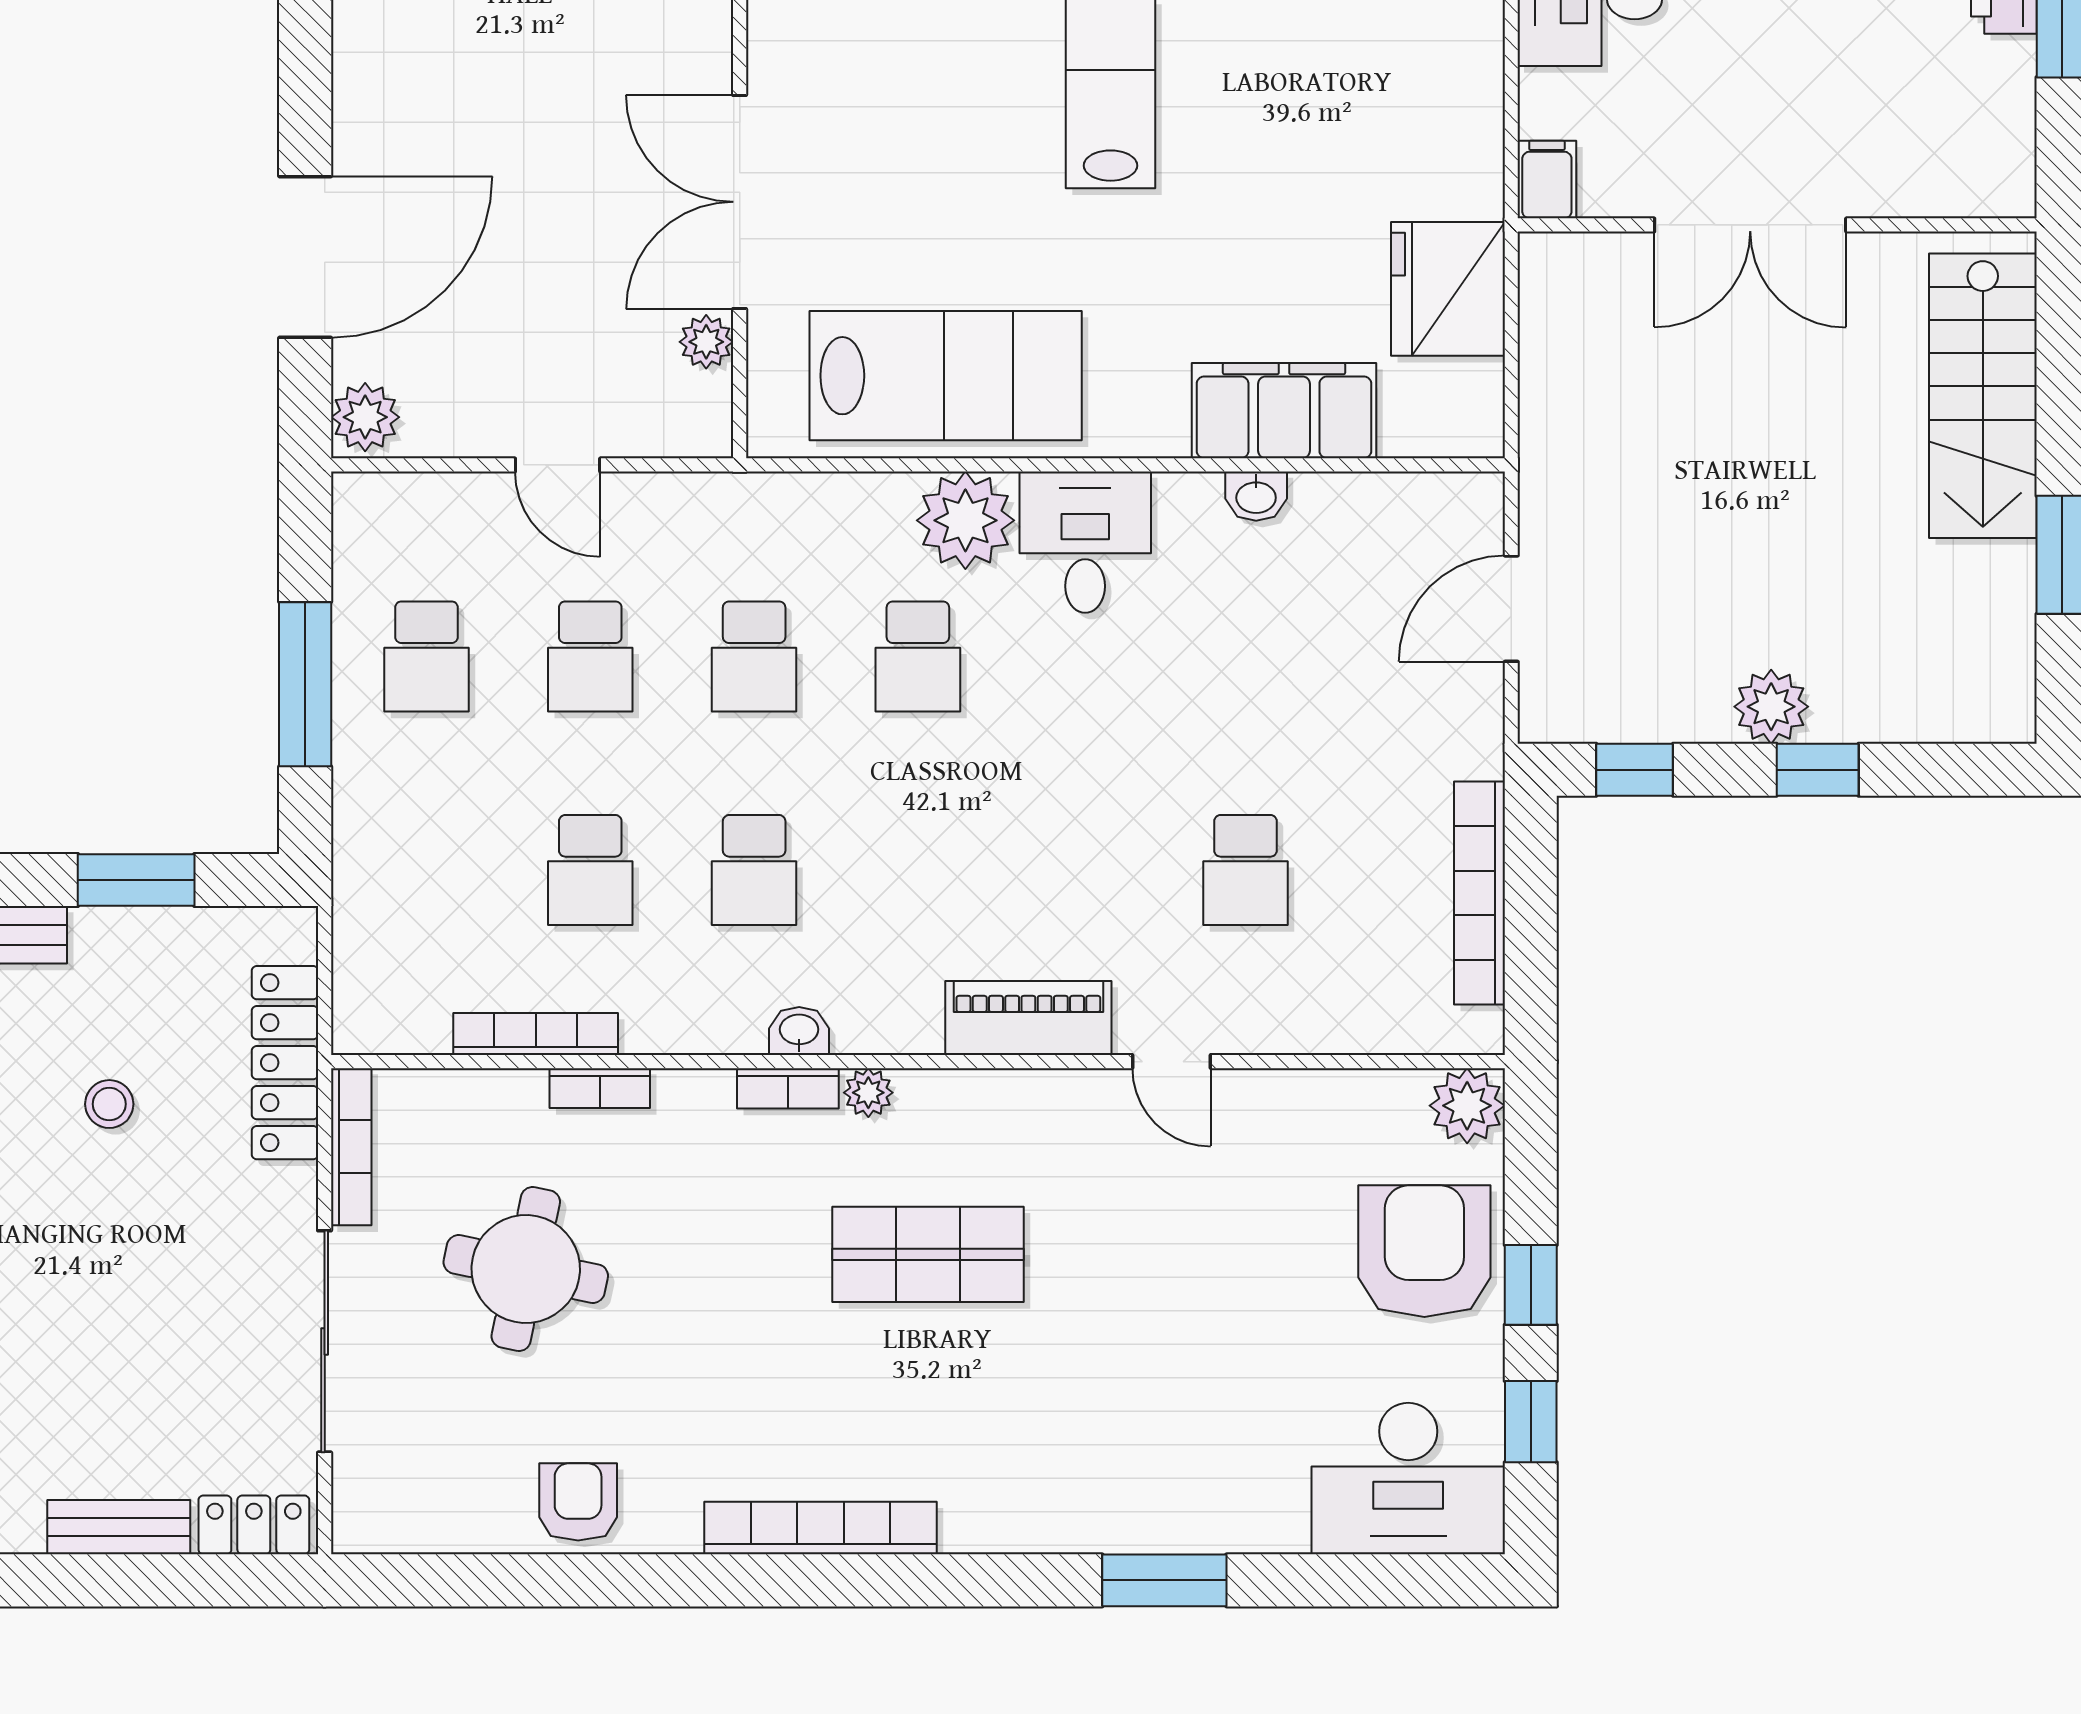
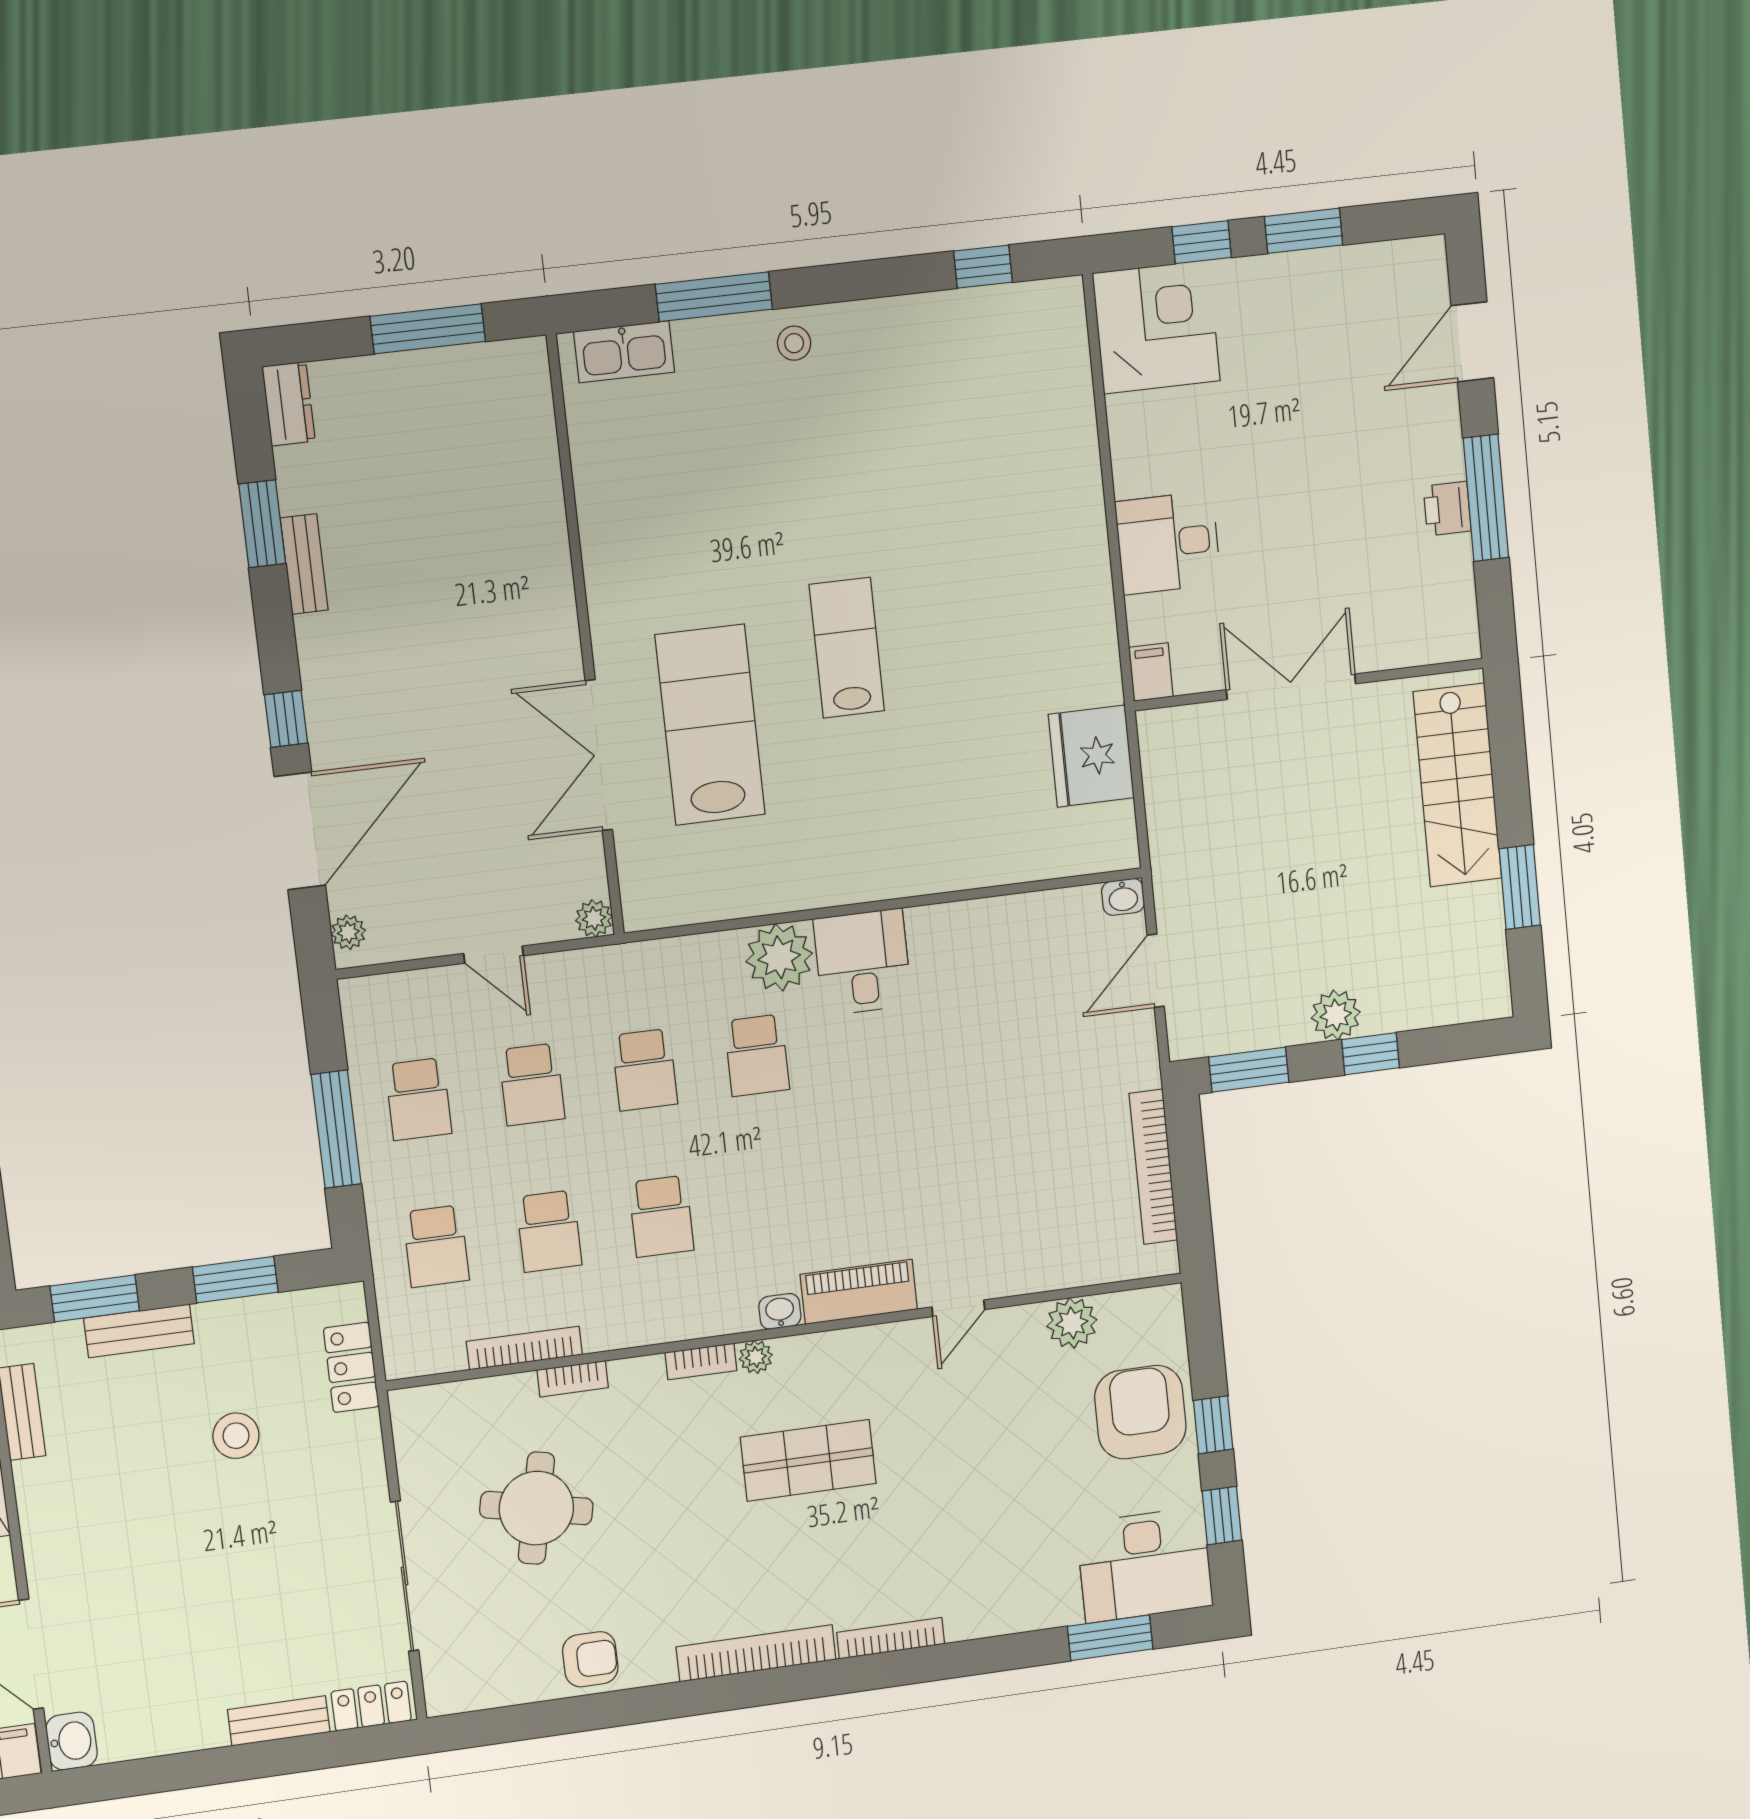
window: (305, 98) -> (286, 719), added
double door: (1750, 225) -> (1291, 687), swing flipped
plant: (706, 342) -> (594, 918), moved
lab bench: (946, 376) -> (710, 725), moved, turned -90
filing cabinet: (1284, 411) -> (988, 854), removed
plant: (365, 417) -> (348, 932), width x0.73, depth x0.73
washbasin: (1256, 496) -> (1123, 897), moved
window: (1635, 770) -> (1249, 1070), width x1.50
school desk: (1245, 870) -> (436, 1246), moved
washbasin: (799, 1031) -> (780, 1311), moved
door: (1171, 1062) -> (958, 1308), hinge flipped
locker: (285, 1063) -> (351, 1367), width x0.66
stool: (109, 1104) -> (236, 1436), width x1.37, depth x1.37
plant: (1467, 1106) -> (1072, 1323), moved
bookcase: (351, 1147) -> (891, 1638), moved, turned -90
armchair: (578, 1502) -> (590, 1659), turned 90
window: (1164, 1580) -> (1110, 1638), moved

